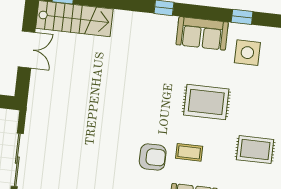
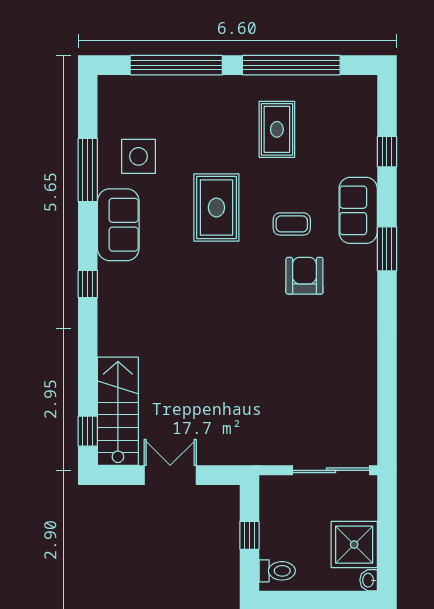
window: (242, 17) -> (88, 170), width x2.17
coffee table: (189, 152) -> (292, 224), turned 90

